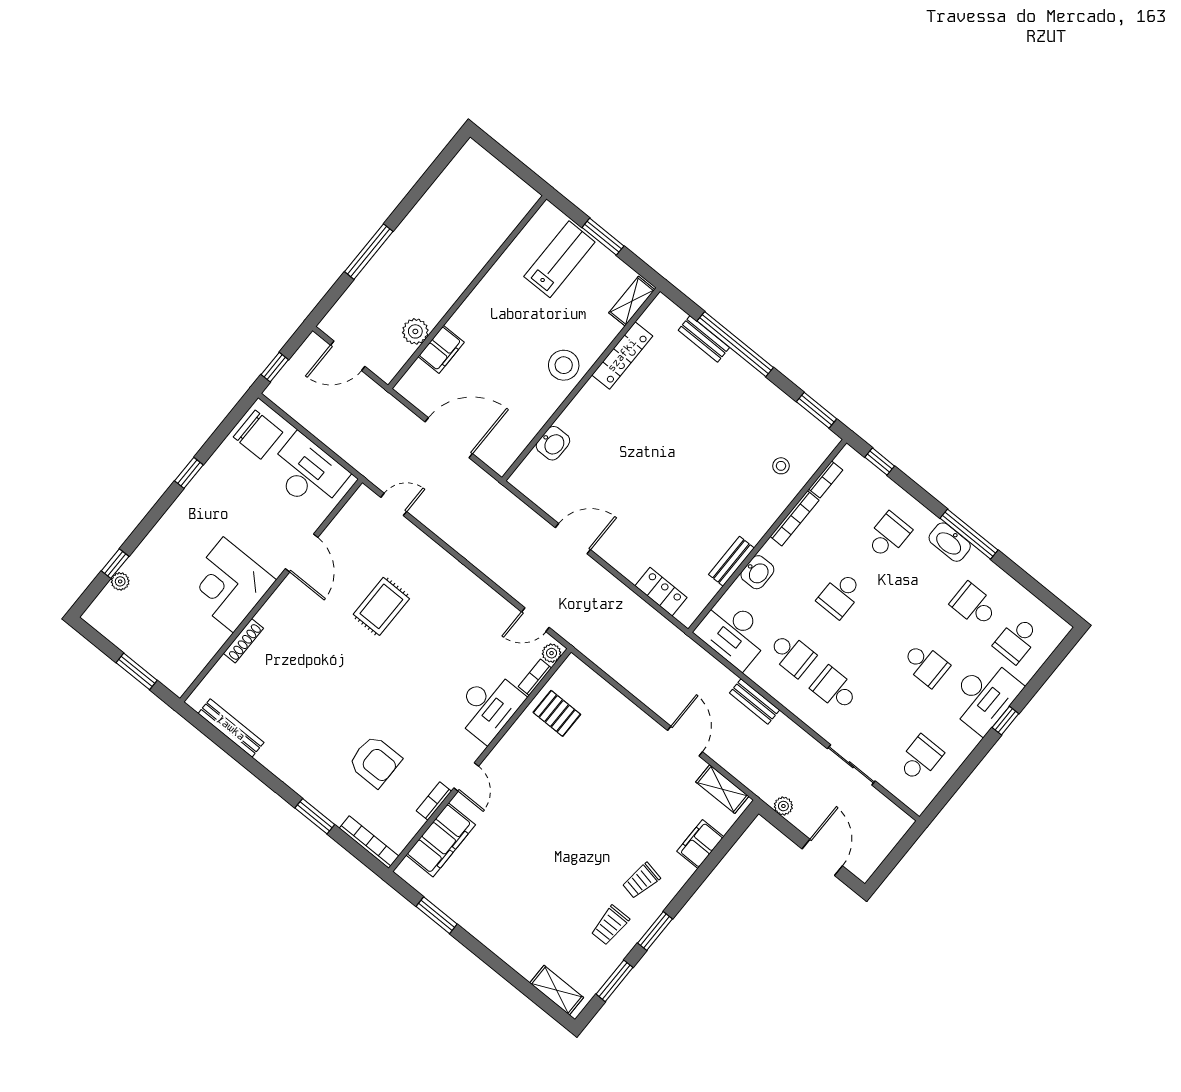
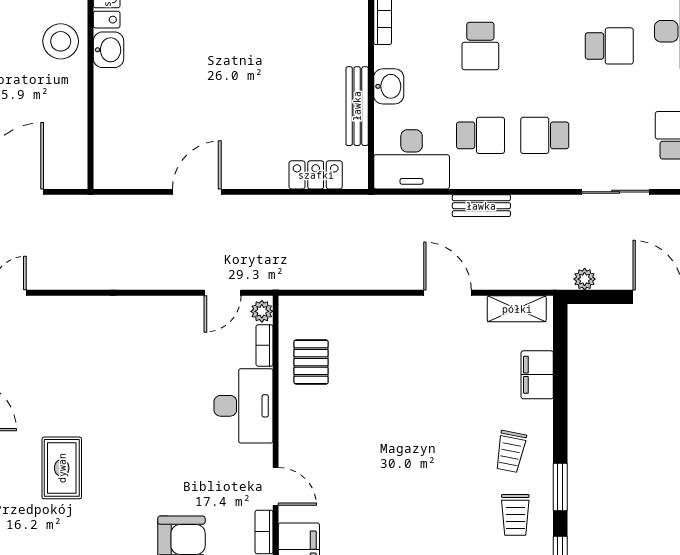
washbasin: (553, 443) -> (108, 50), moved
bench: (731, 561) -> (357, 106), width x1.36
rug: (381, 606) -> (62, 468), moved
pallet: (557, 713) -> (311, 362), turned 90

